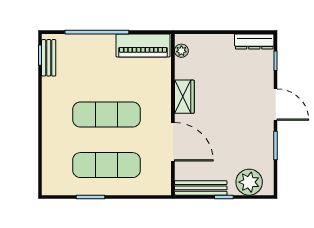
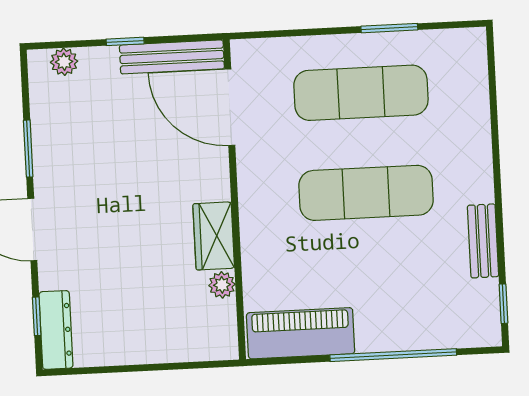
dresser: (254, 41) -> (56, 330), moved, turned 90
plant: (181, 51) -> (222, 285), moved
bench: (49, 58) -> (483, 241), moved
door: (173, 142) -> (230, 107), moved
plant: (249, 182) -> (64, 62), width x0.53, depth x0.53

